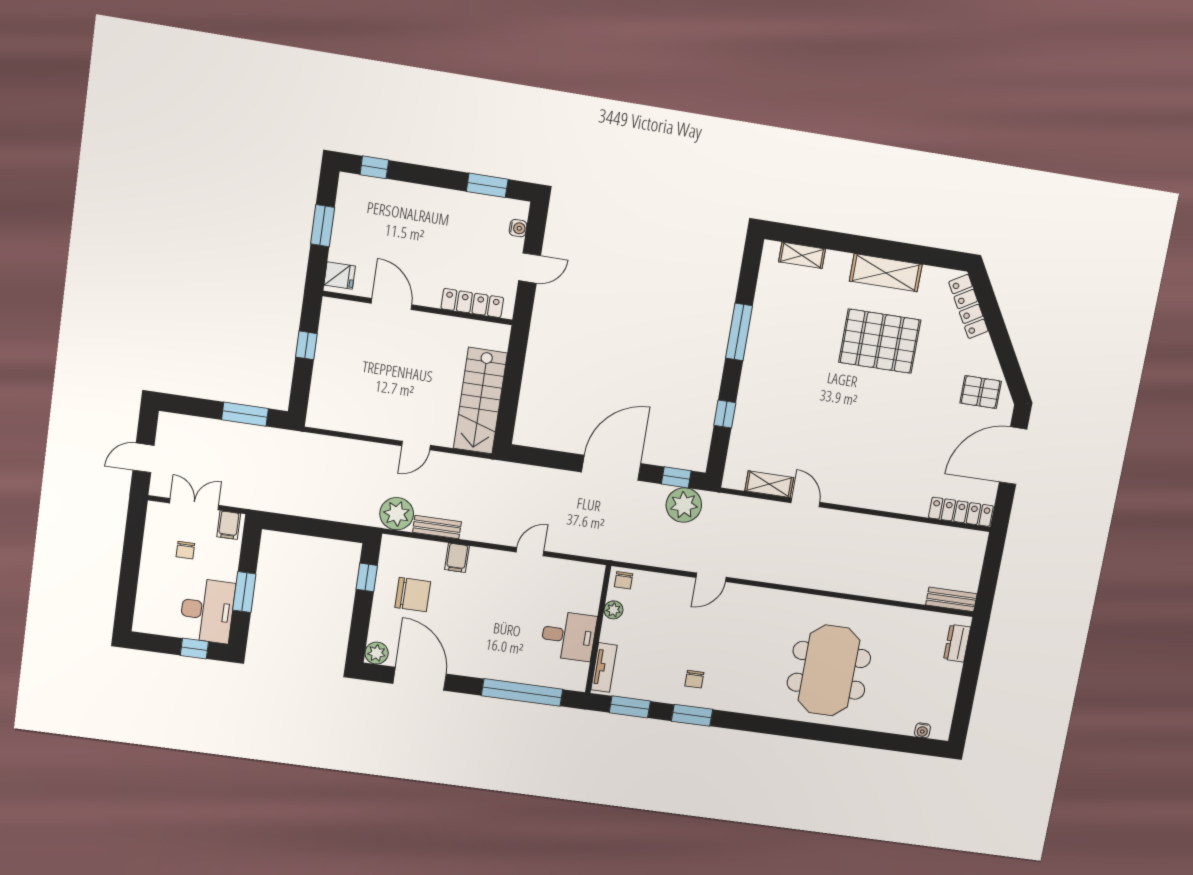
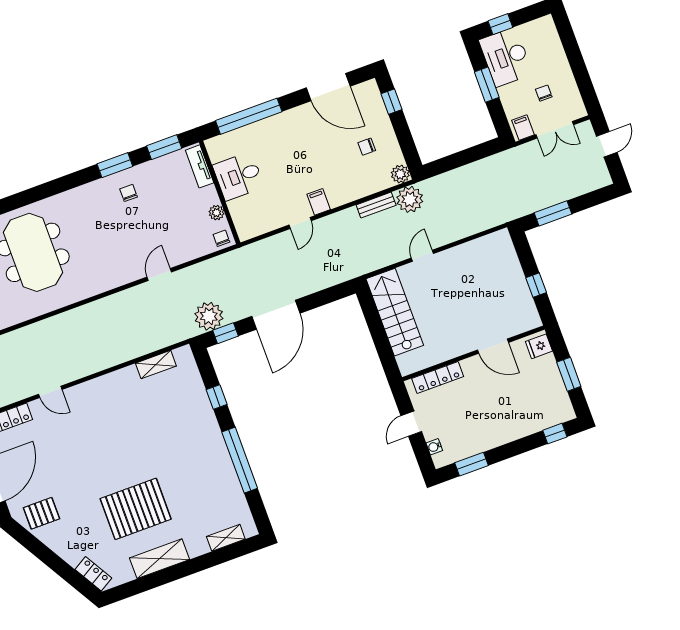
locker: (968, 306) -> (93, 574), width x0.66
window: (739, 332) -> (240, 460), width x1.46
door: (805, 502) -> (50, 392), moved
filing cabinet: (457, 558) -> (319, 202), moved
window: (367, 577) -> (391, 102), moved
chair: (413, 595) -> (367, 147), width x0.54, depth x0.54
plant: (377, 653) -> (400, 174), moved

